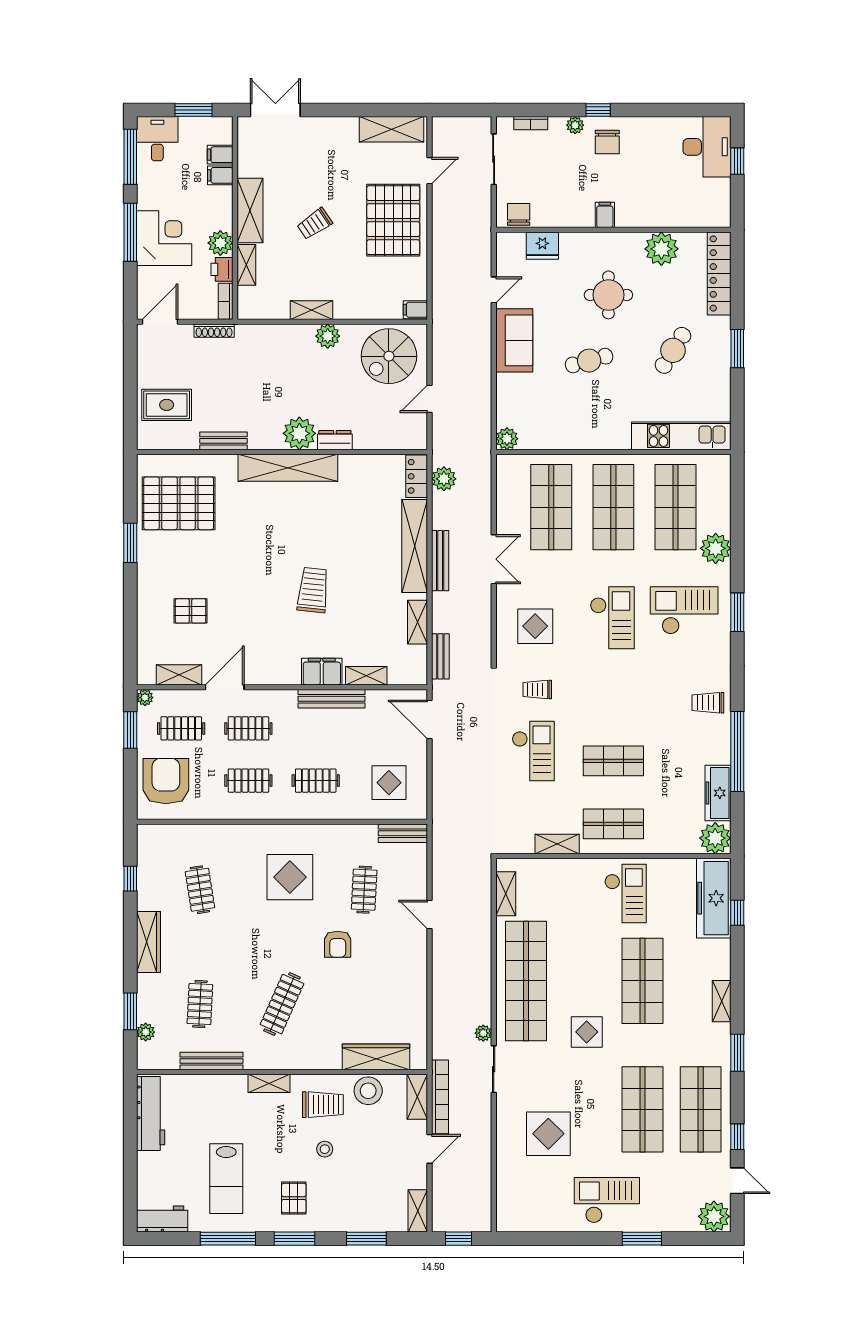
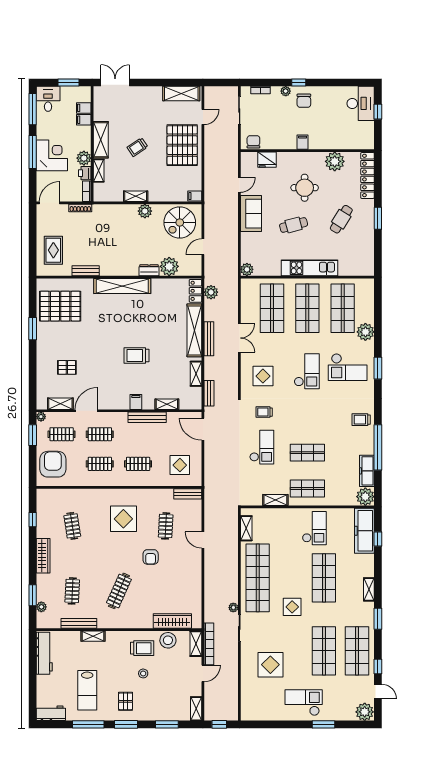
rug: (167, 405) -> (53, 250), turned 90
plant: (299, 433) -> (169, 266), moved
kitchen unit: (681, 436) -> (309, 268), moved
trolley: (313, 590) -> (137, 355), turned -96
checkout: (684, 610) -> (348, 367), turned 180
filing cabinet: (322, 672) -> (136, 402), width x0.50
shelving: (269, 1083) -> (93, 636), moved

